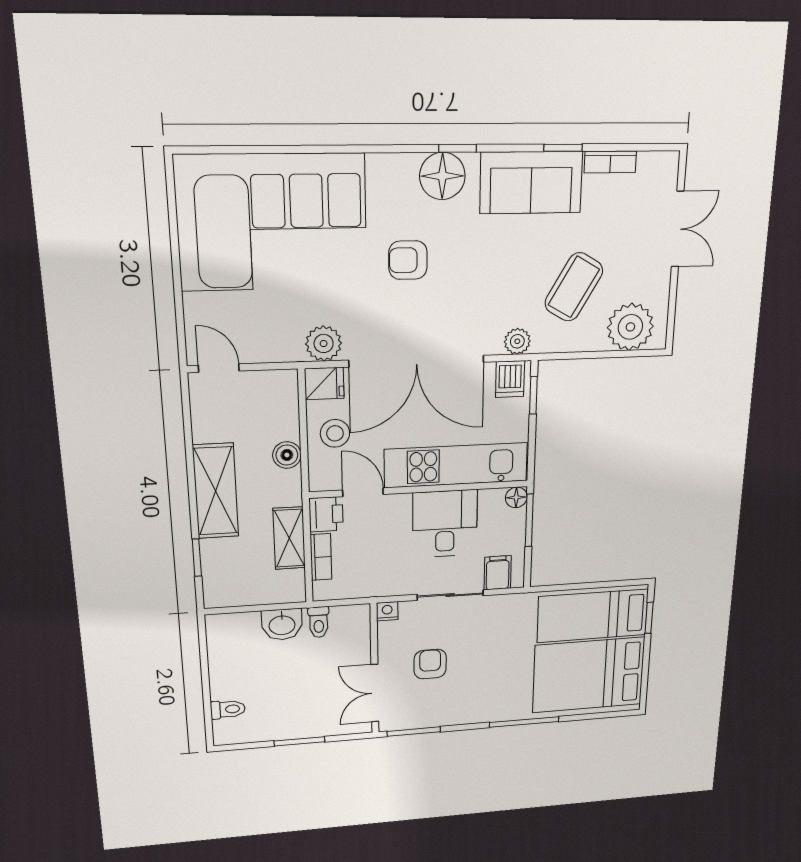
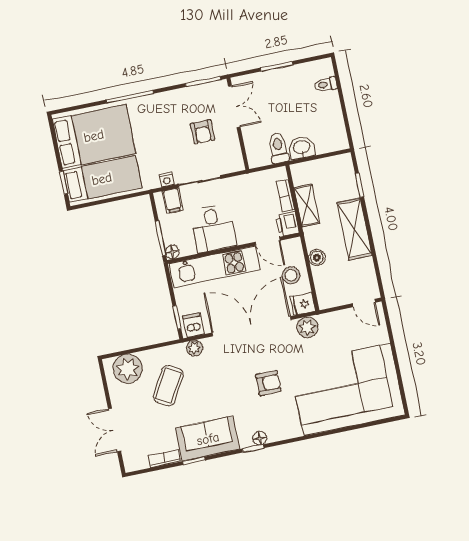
floor lamp: (442, 176) -> (260, 438), width x0.53, depth x0.53
nightstand: (387, 611) -> (167, 180), moved
toilet: (319, 622) -> (278, 148), width x1.37, depth x1.39

